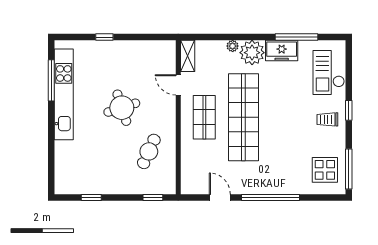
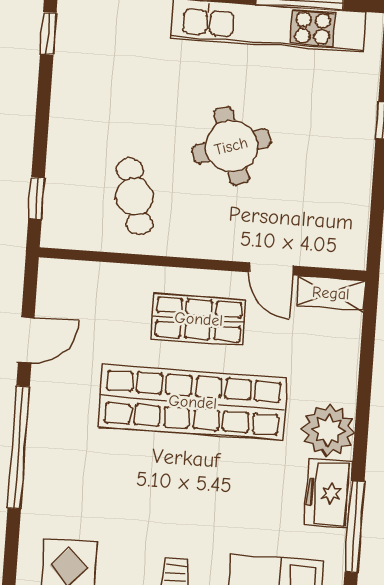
plant: (233, 46) -> (345, 390), removed
door: (178, 85) -> (271, 269), swing flipped
cafe table: (149, 151) -> (135, 197), turned 52
window: (91, 197) -> (48, 34), moved

